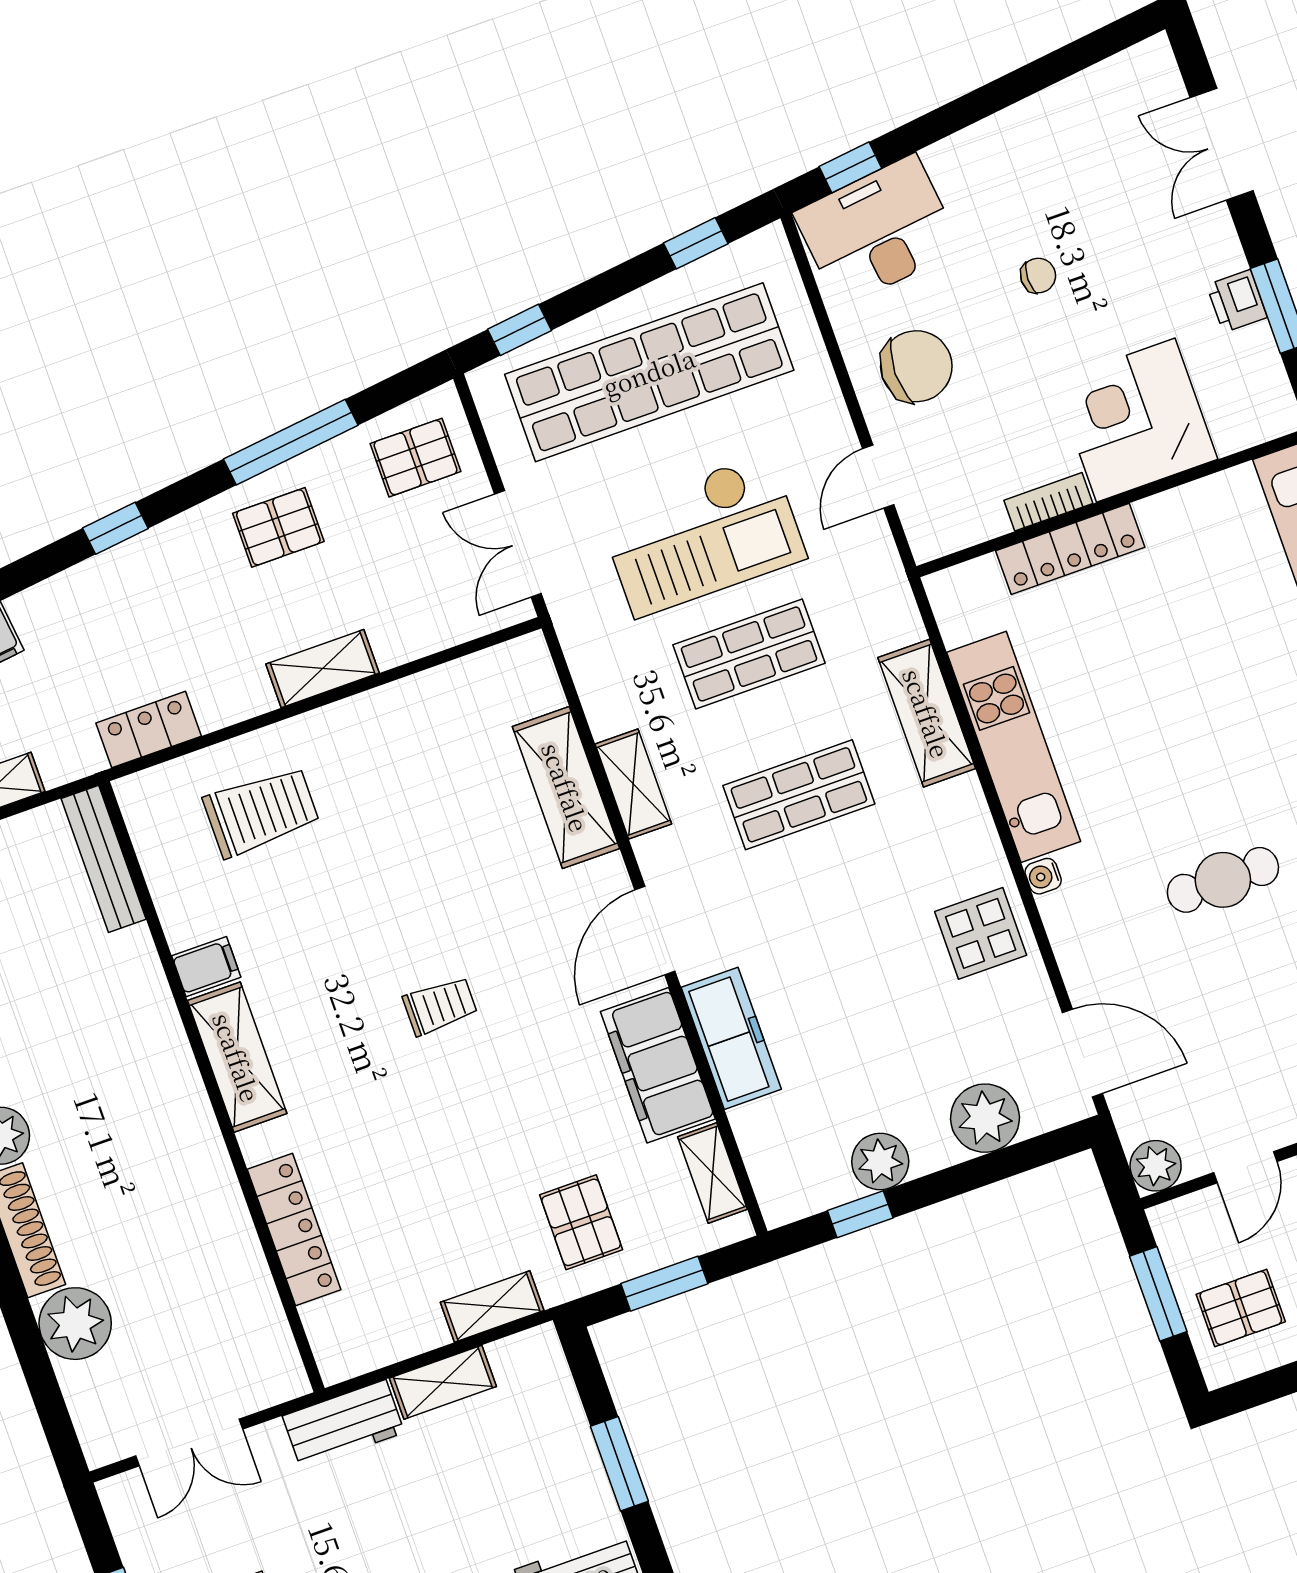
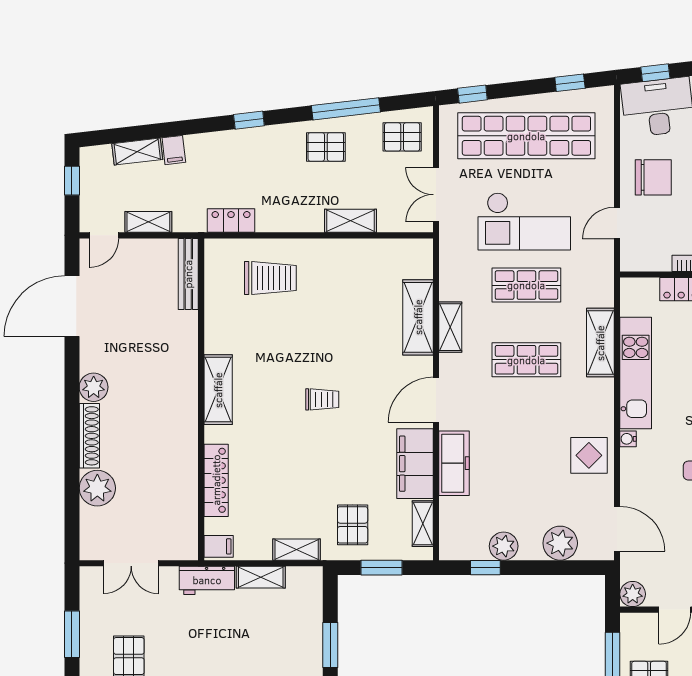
shelving: (323, 669) -> (350, 221), moved
filing cabinet: (206, 967) -> (219, 546), moved

